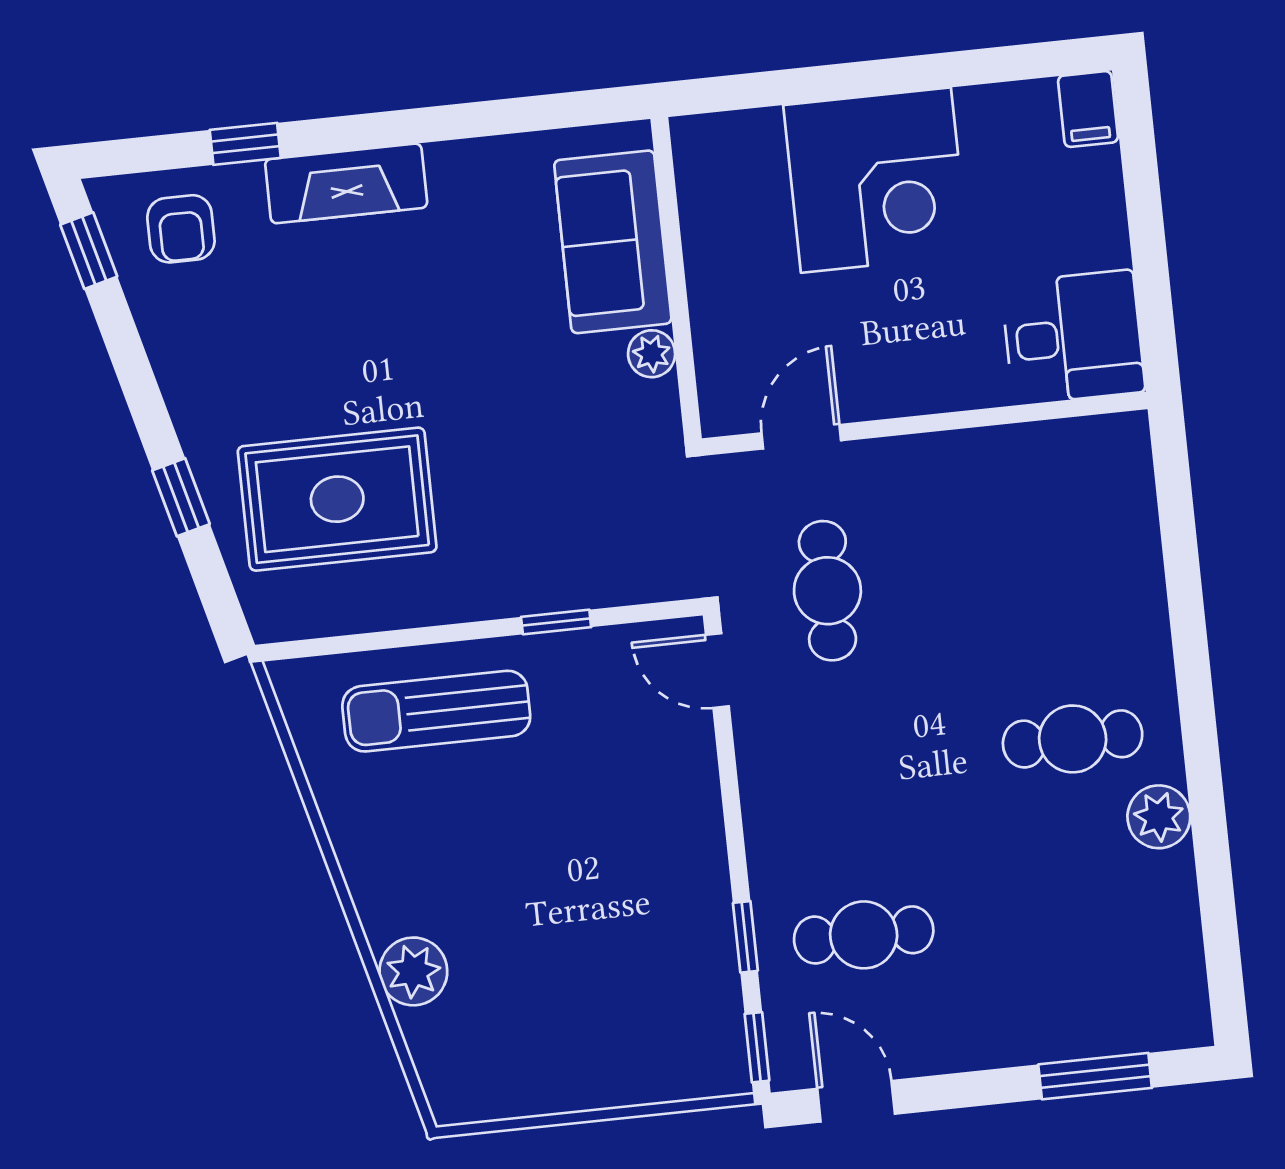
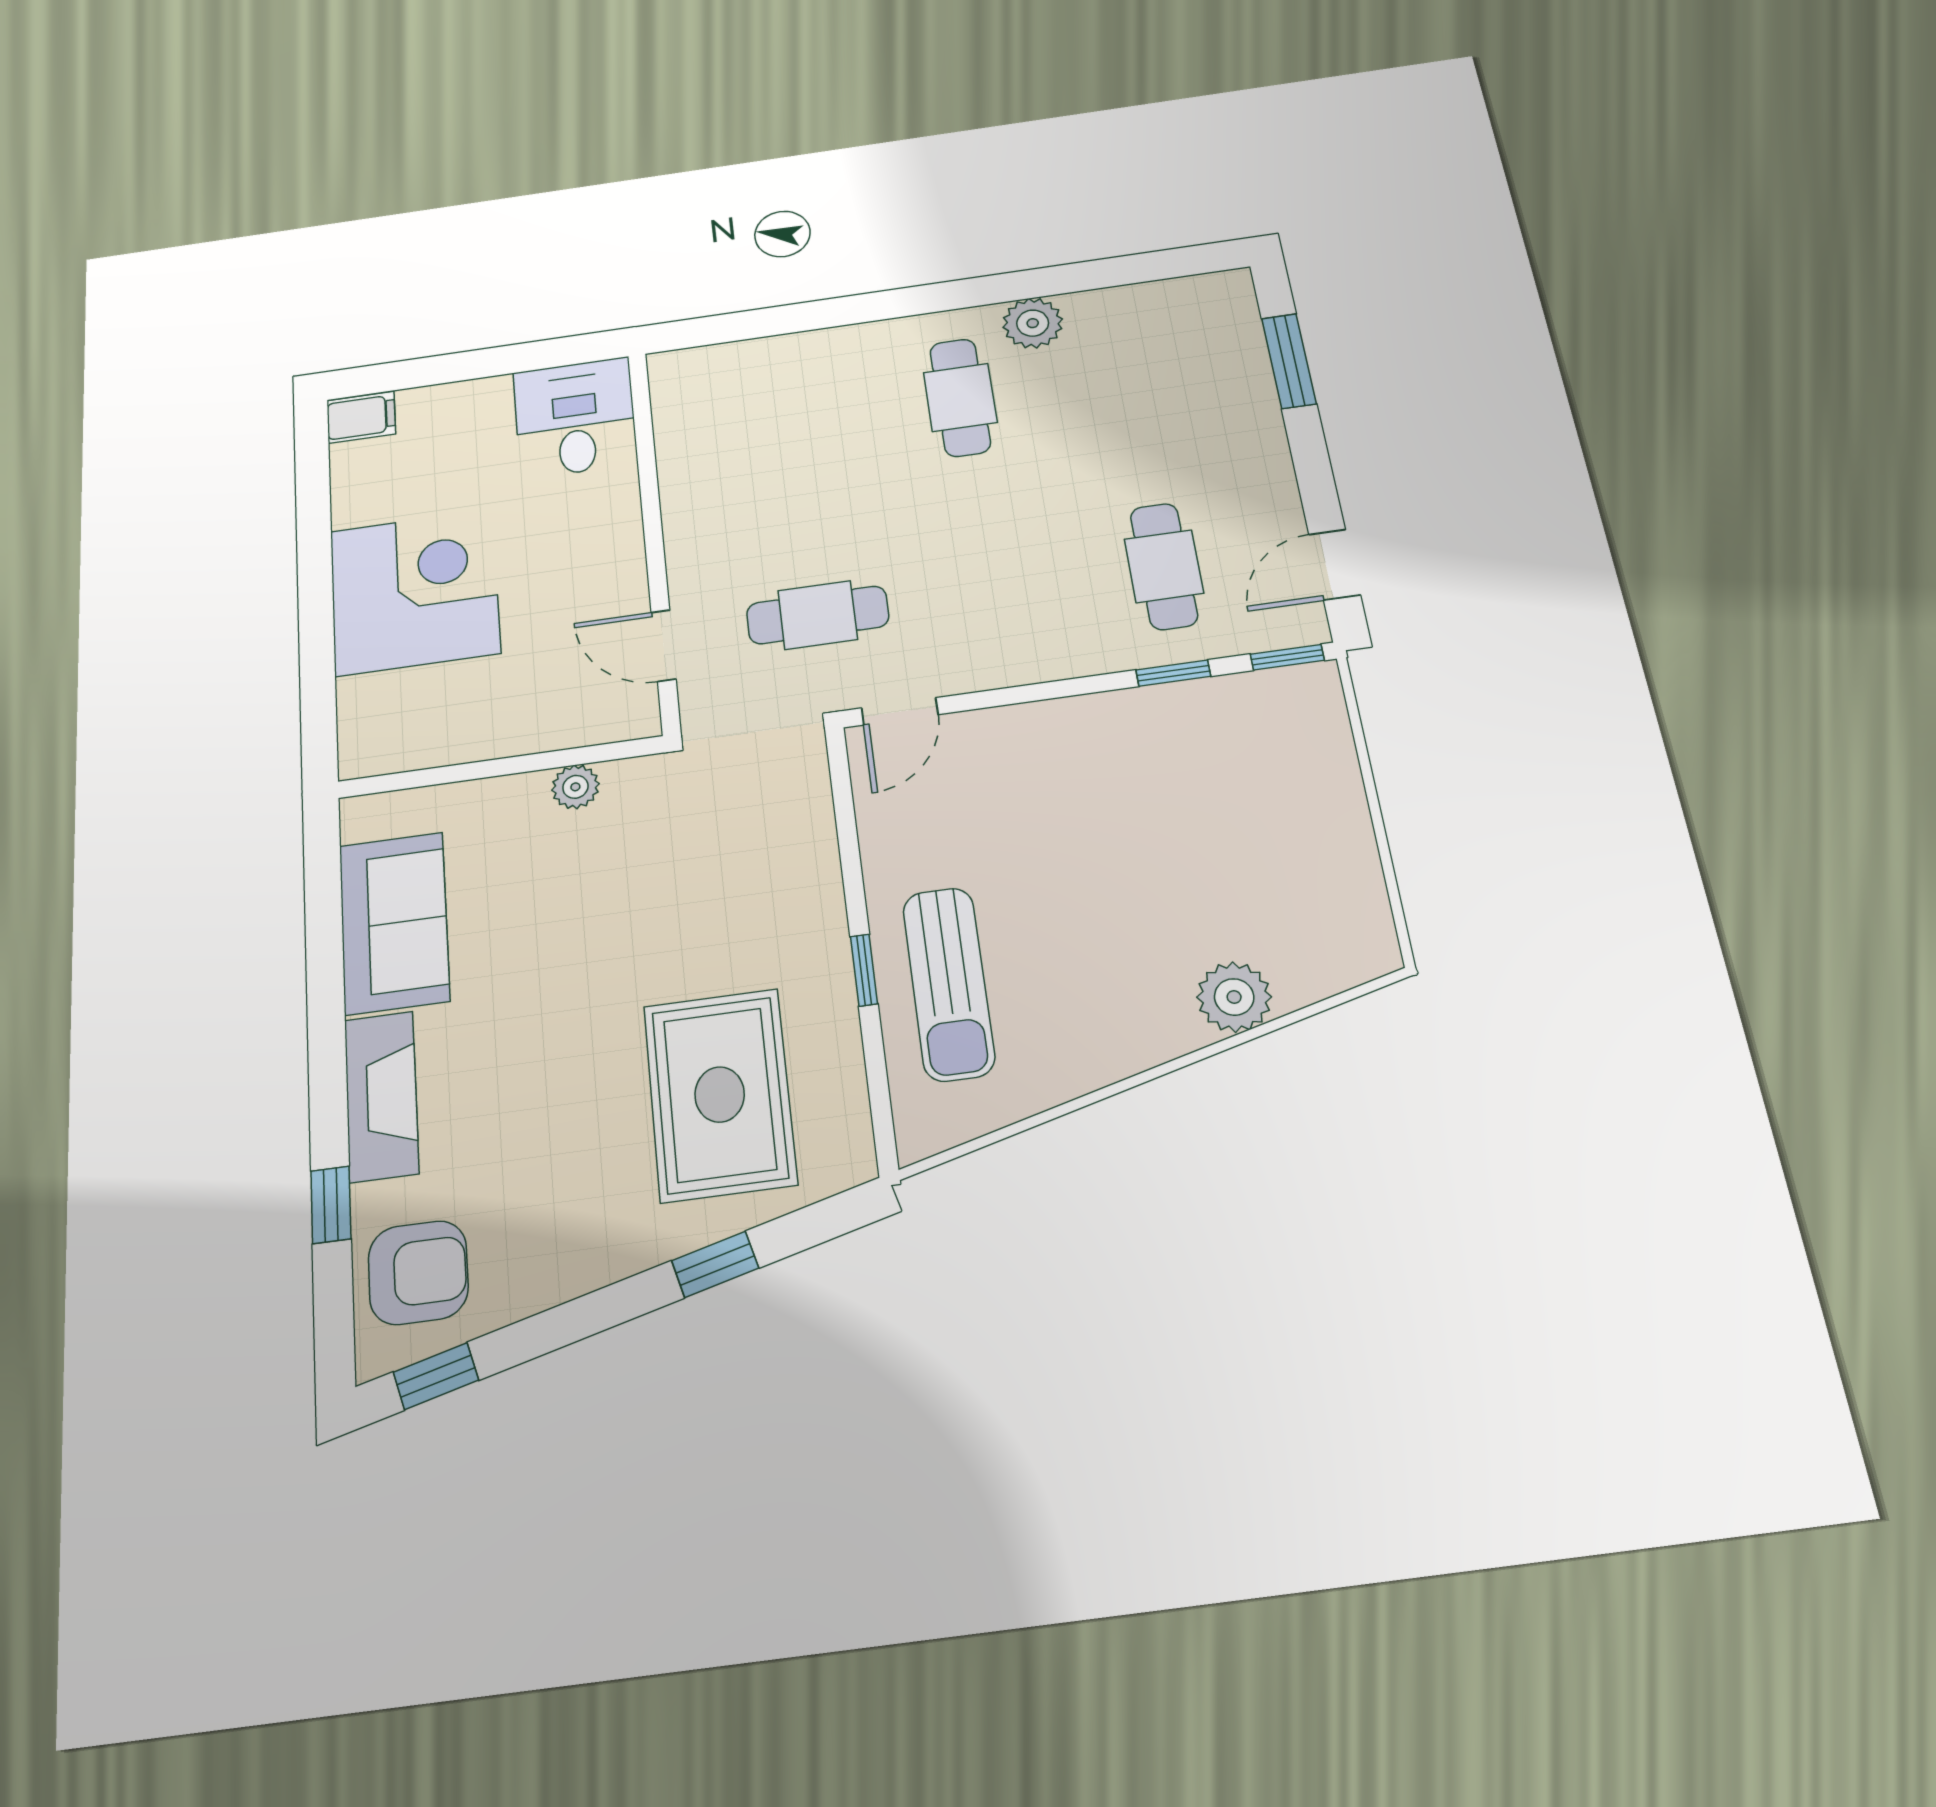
armchair: (181, 229) -> (418, 1273), width x1.38, depth x1.38
sofa: (613, 242) -> (394, 923), moved, turned -90
window: (556, 622) -> (864, 970), moved

